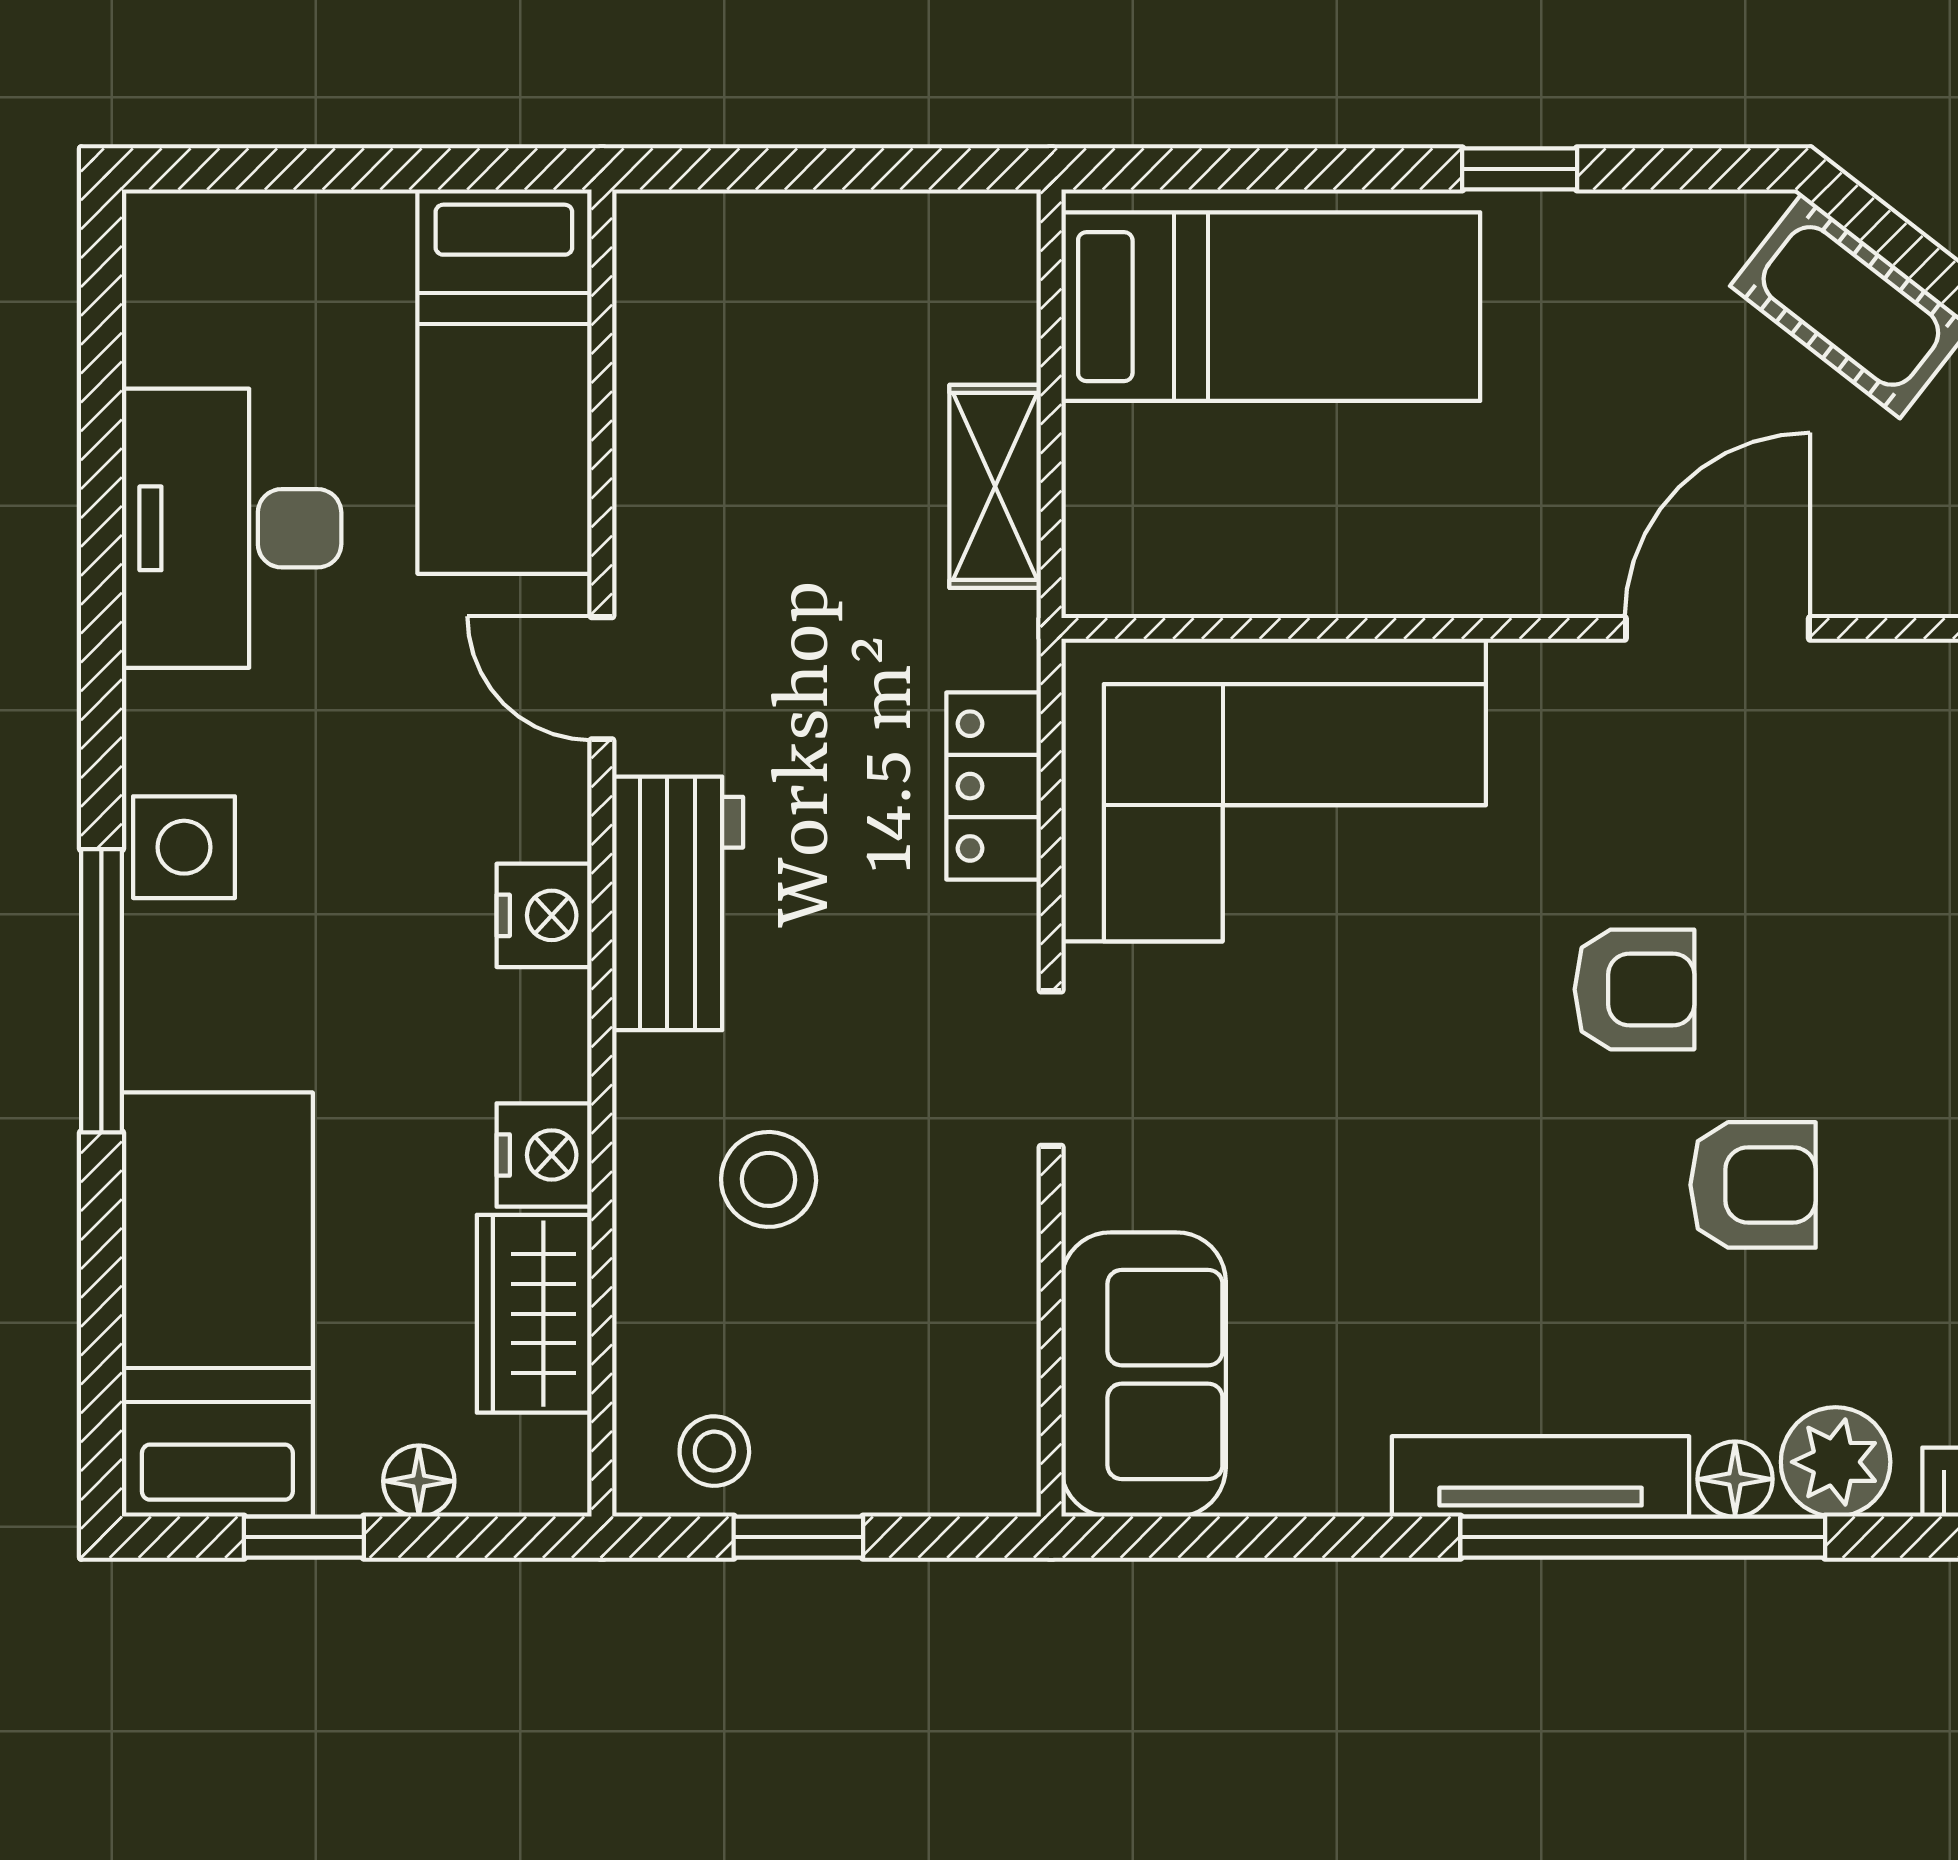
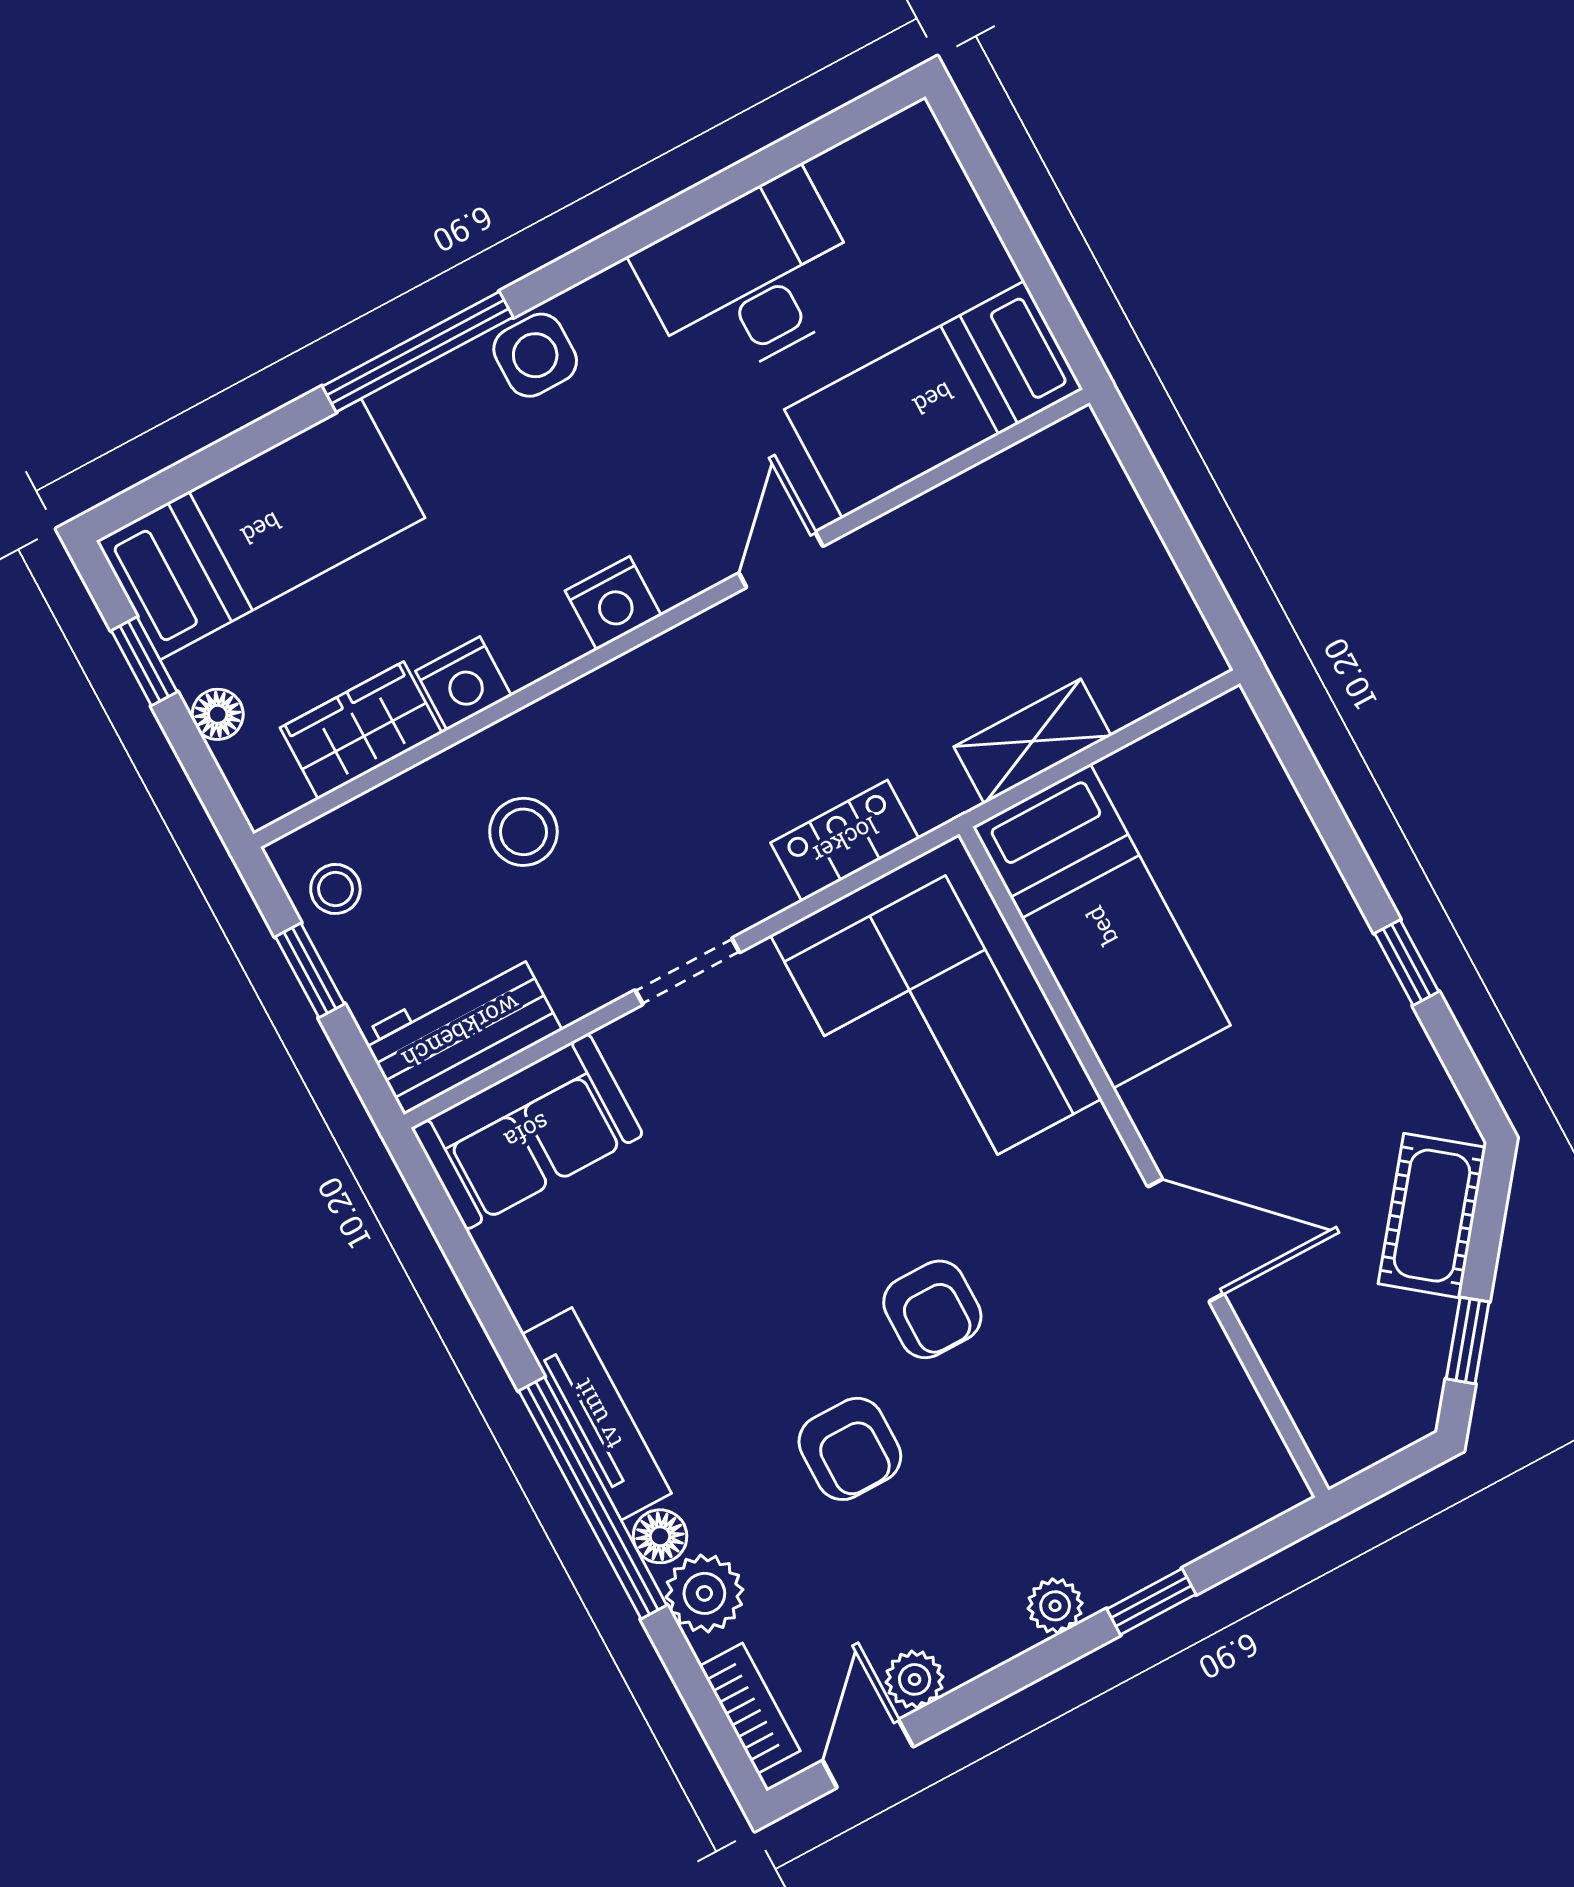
bed: (1271, 307) -> (1101, 926), moved
workbench: (678, 903) -> (461, 1032), moved, turned 180

